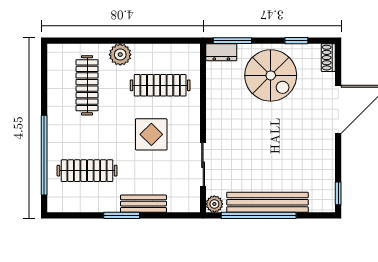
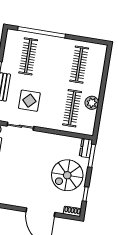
plant: (120, 55) -> (92, 103), moved
clothes rail: (87, 85) -> (79, 65), turned 90
display table: (151, 134) -> (29, 101), moved

